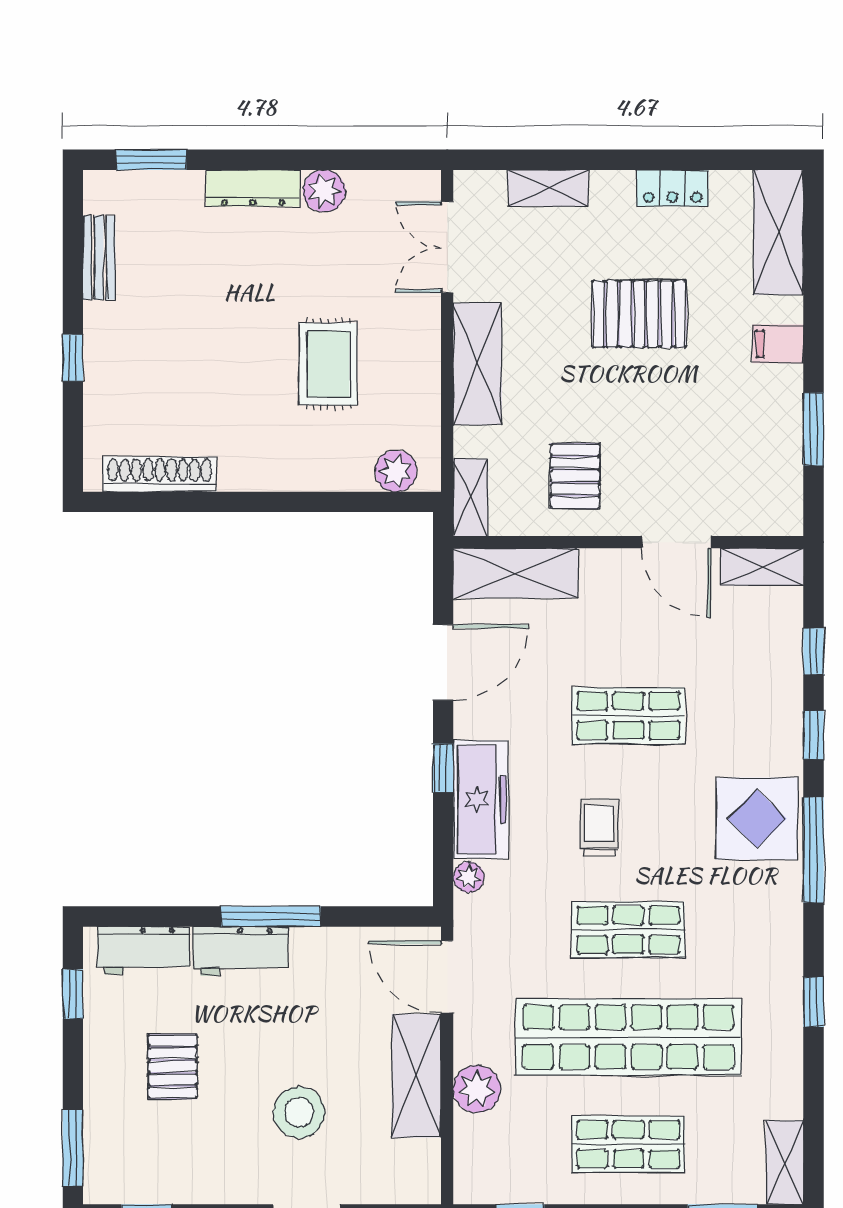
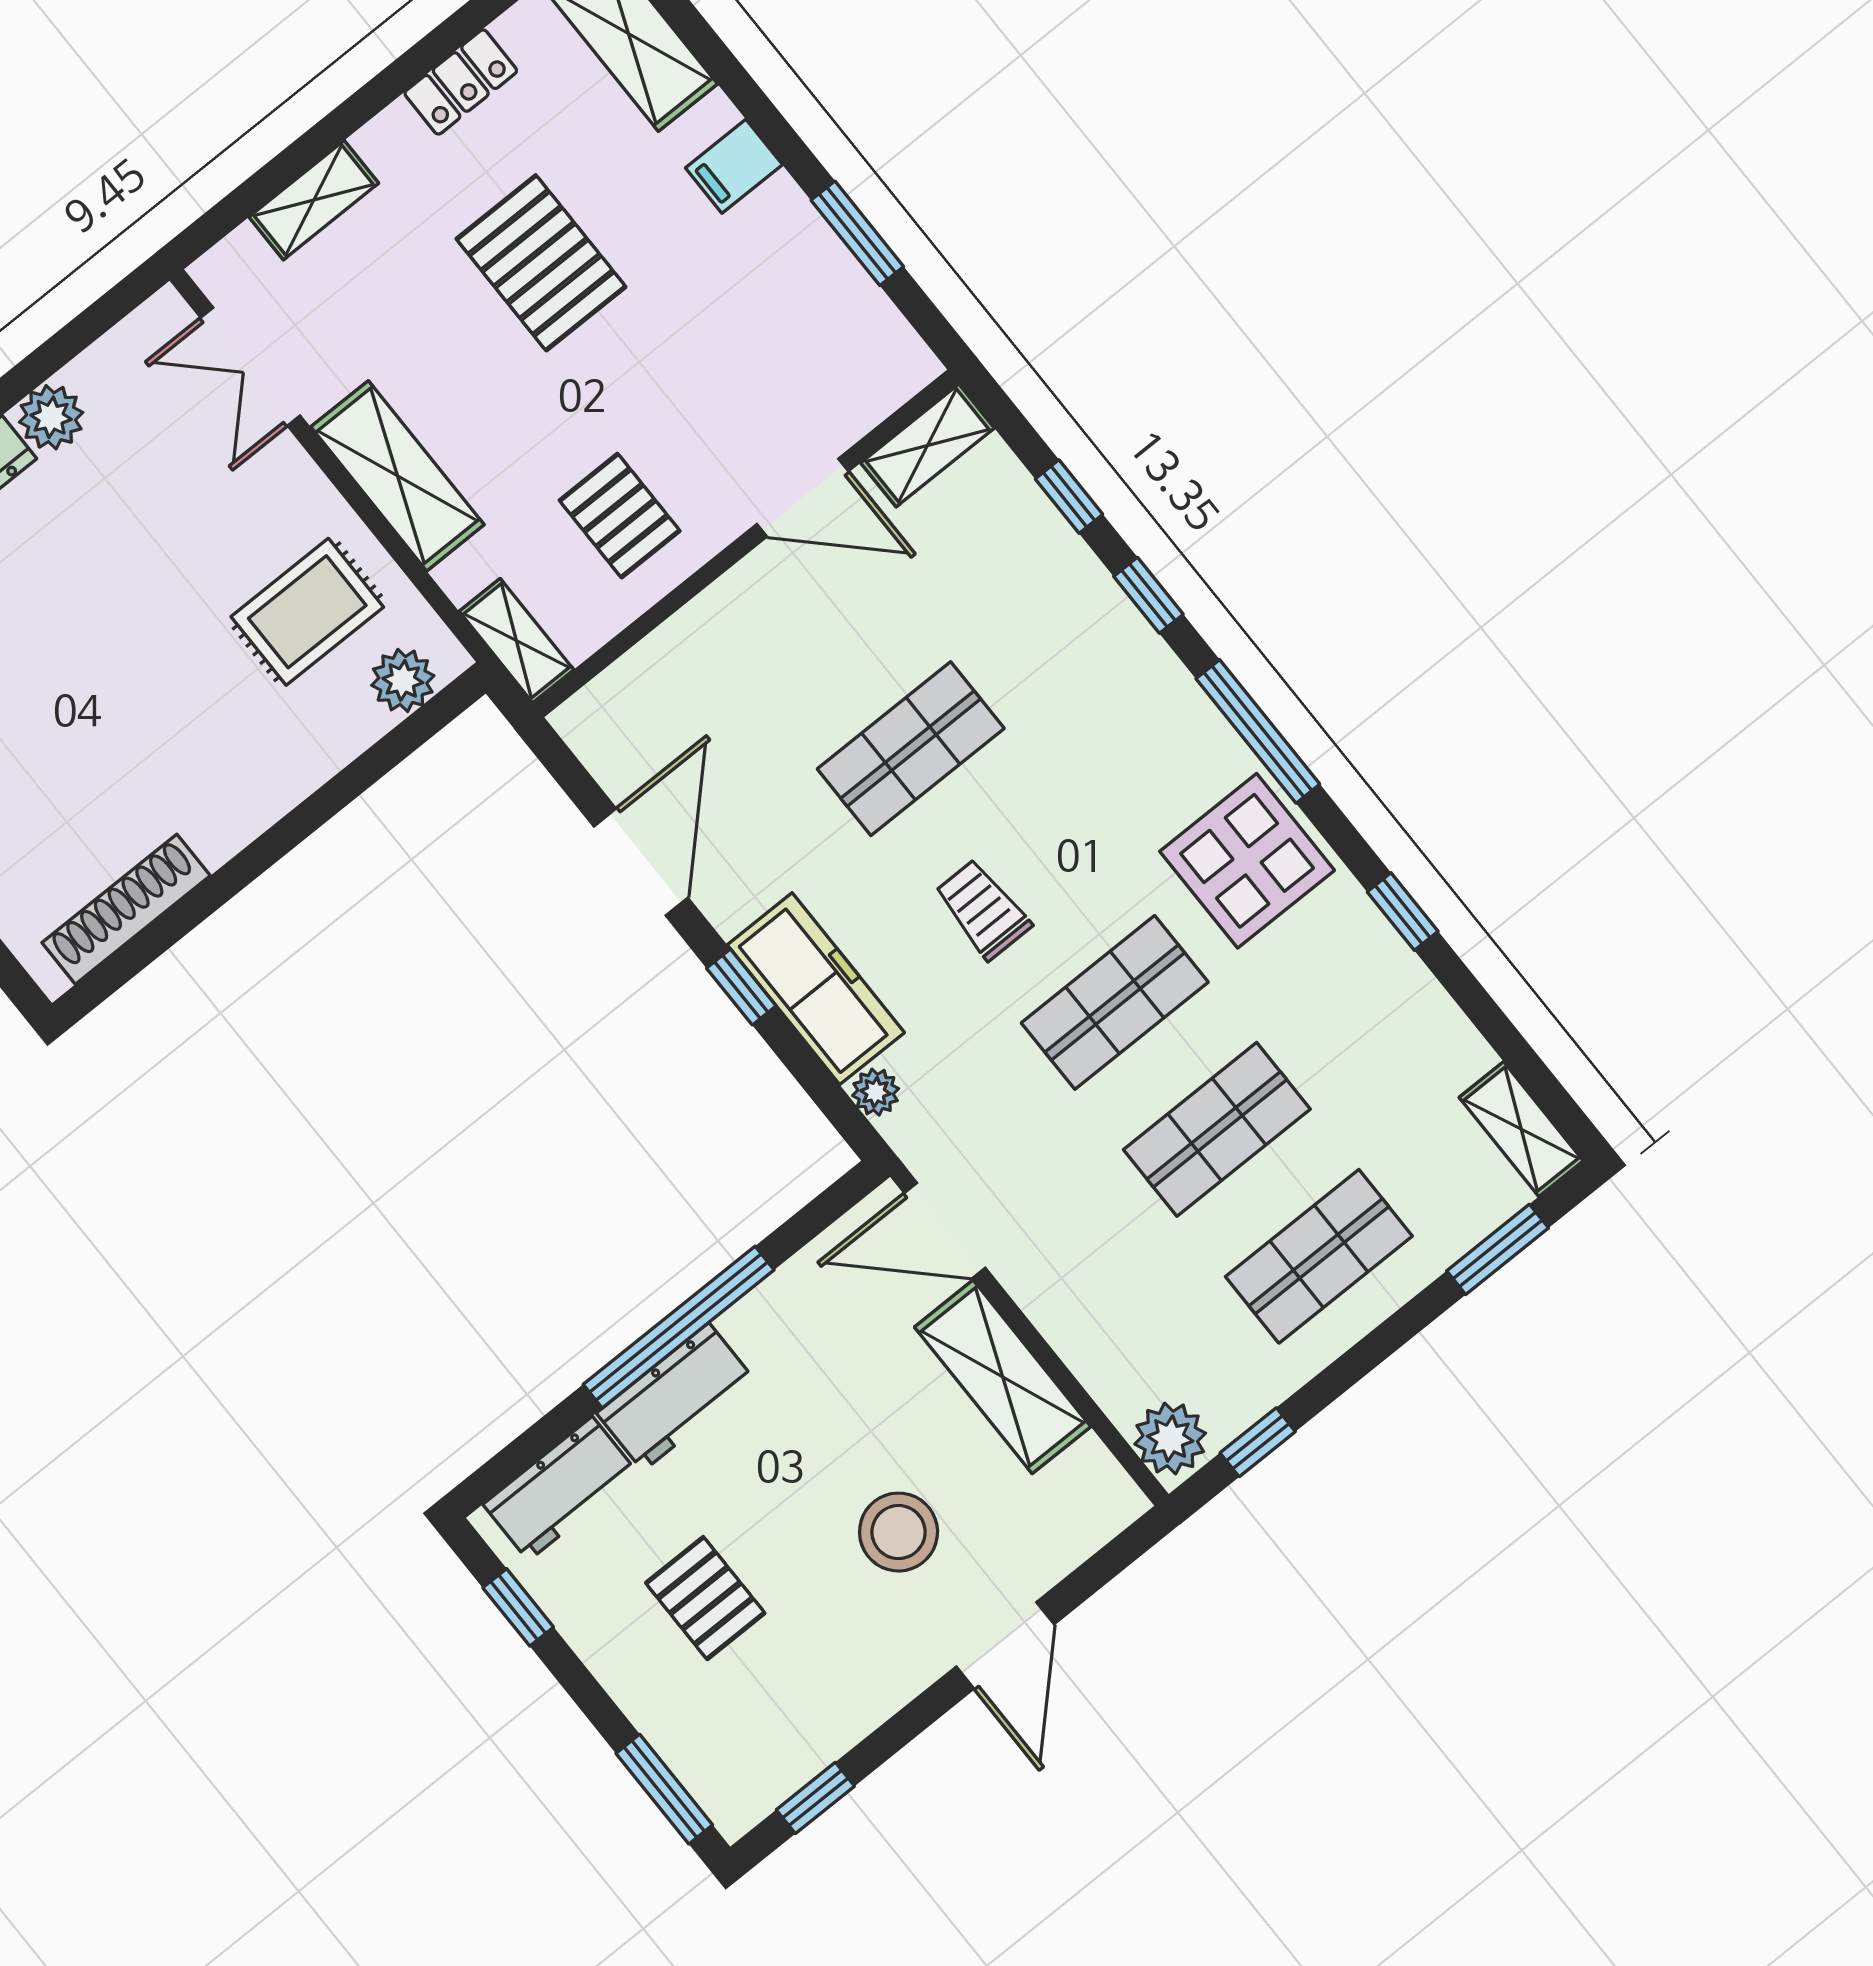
pallet: (639, 314) -> (541, 263), turned 90
rug: (328, 364) -> (307, 612), moved, turned 90
shelving: (516, 573) -> (642, 687), removed
display table: (757, 819) -> (1247, 861), moved
window: (271, 917) -> (679, 1327), width x1.46
shop shelf: (628, 1037) -> (1217, 1129), width x0.50, depth x0.74
plant: (477, 1089) -> (1170, 1439), moved

